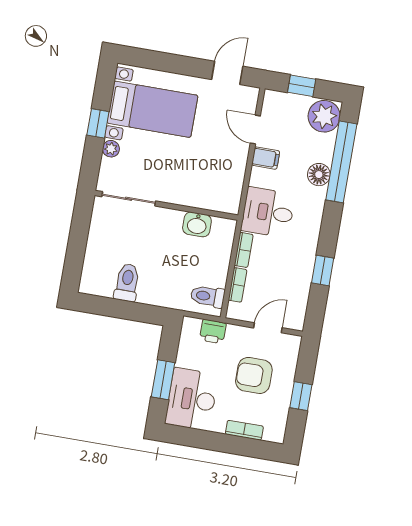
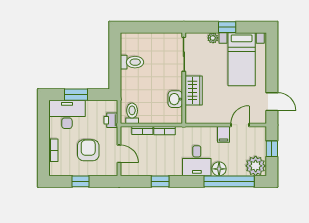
wardrobe: (189, 193) -> (194, 91), added
desk: (268, 212) -> (197, 161), moved, turned 180

